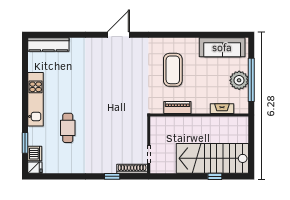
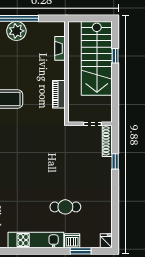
piano: (177, 108) -> (59, 94), moved
fireplace: (222, 109) -> (60, 48), moved
wall: (199, 115) -> (67, 72), moved
dishwasher: (35, 154) -> (72, 241), moved

